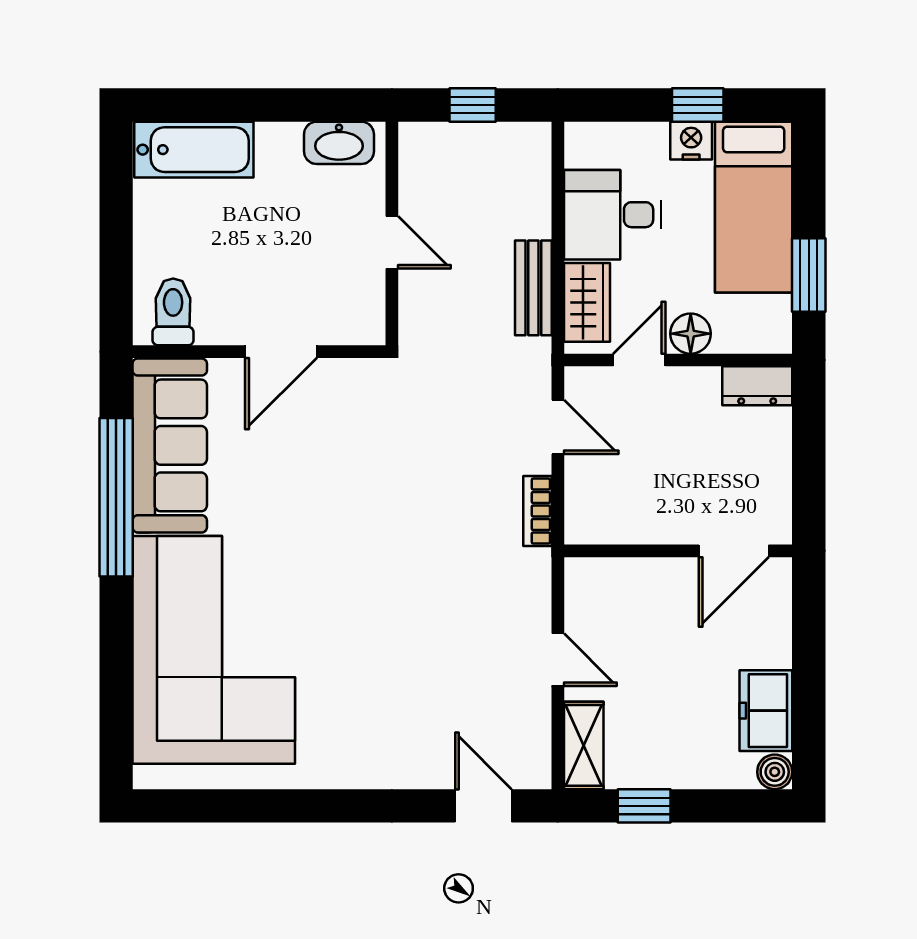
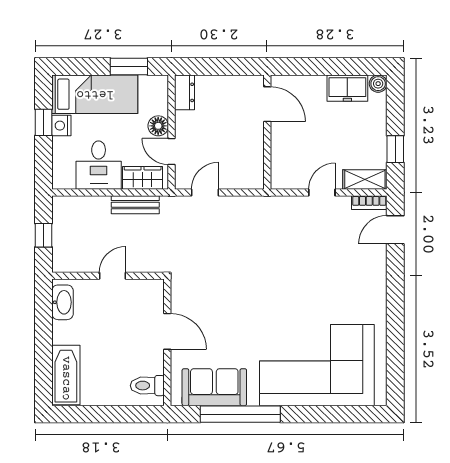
sofa: (170, 445) -> (214, 387), width x0.73
bookcase: (538, 511) -> (369, 203), moved

